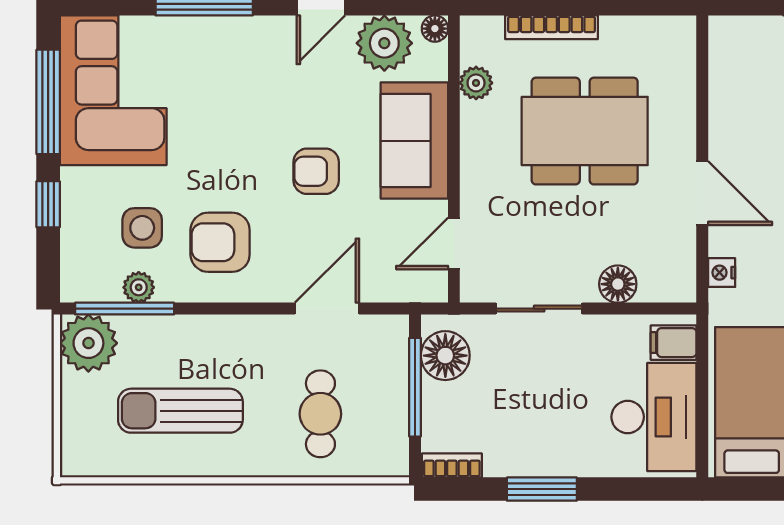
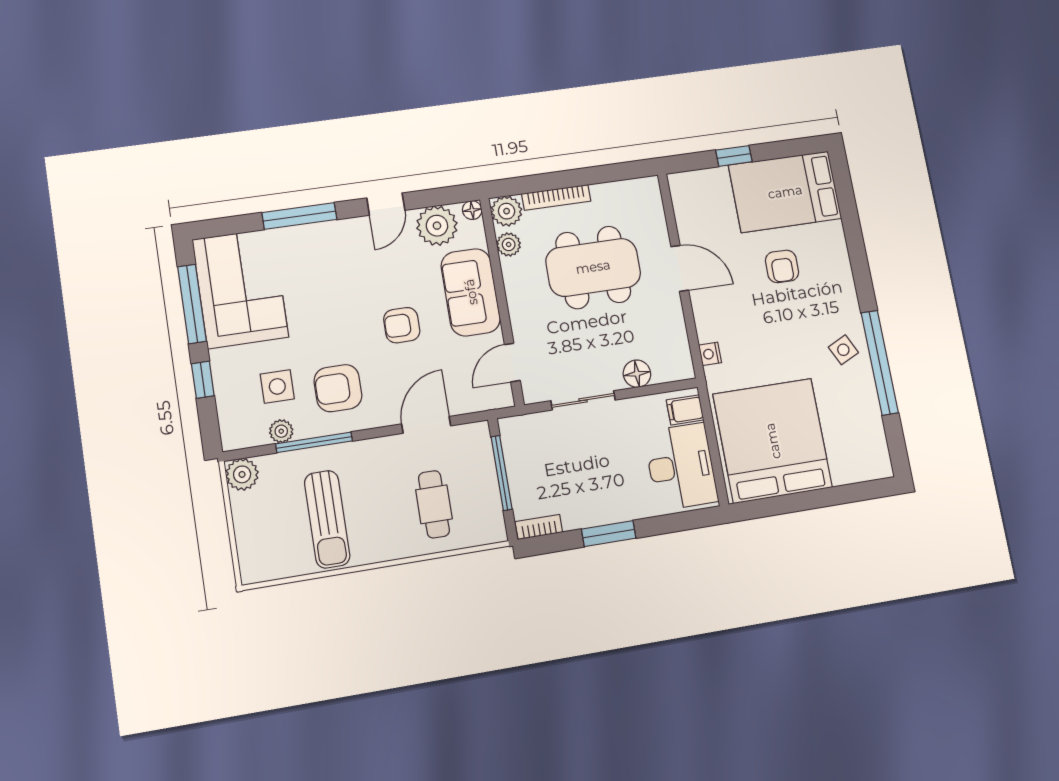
plant: (481, 37) -> (507, 211), added
door: (702, 193) -> (680, 268), moved
window: (125, 309) -> (314, 442), moved
plant: (88, 343) -> (242, 474), width x0.73, depth x0.73
floor lamp: (445, 356) -> (520, 446), removed
sun lounger: (180, 411) -> (327, 519), turned -90

